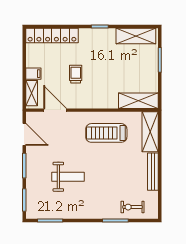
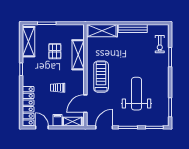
door: (24, 53) -> (42, 127), added
pallet: (123, 70) -> (55, 51), added
shelving: (138, 101) -> (78, 55), moved
treadmill: (106, 133) -> (101, 77), moved, turned 180
weight bench: (68, 177) -> (137, 94), width x1.36, depth x1.33

